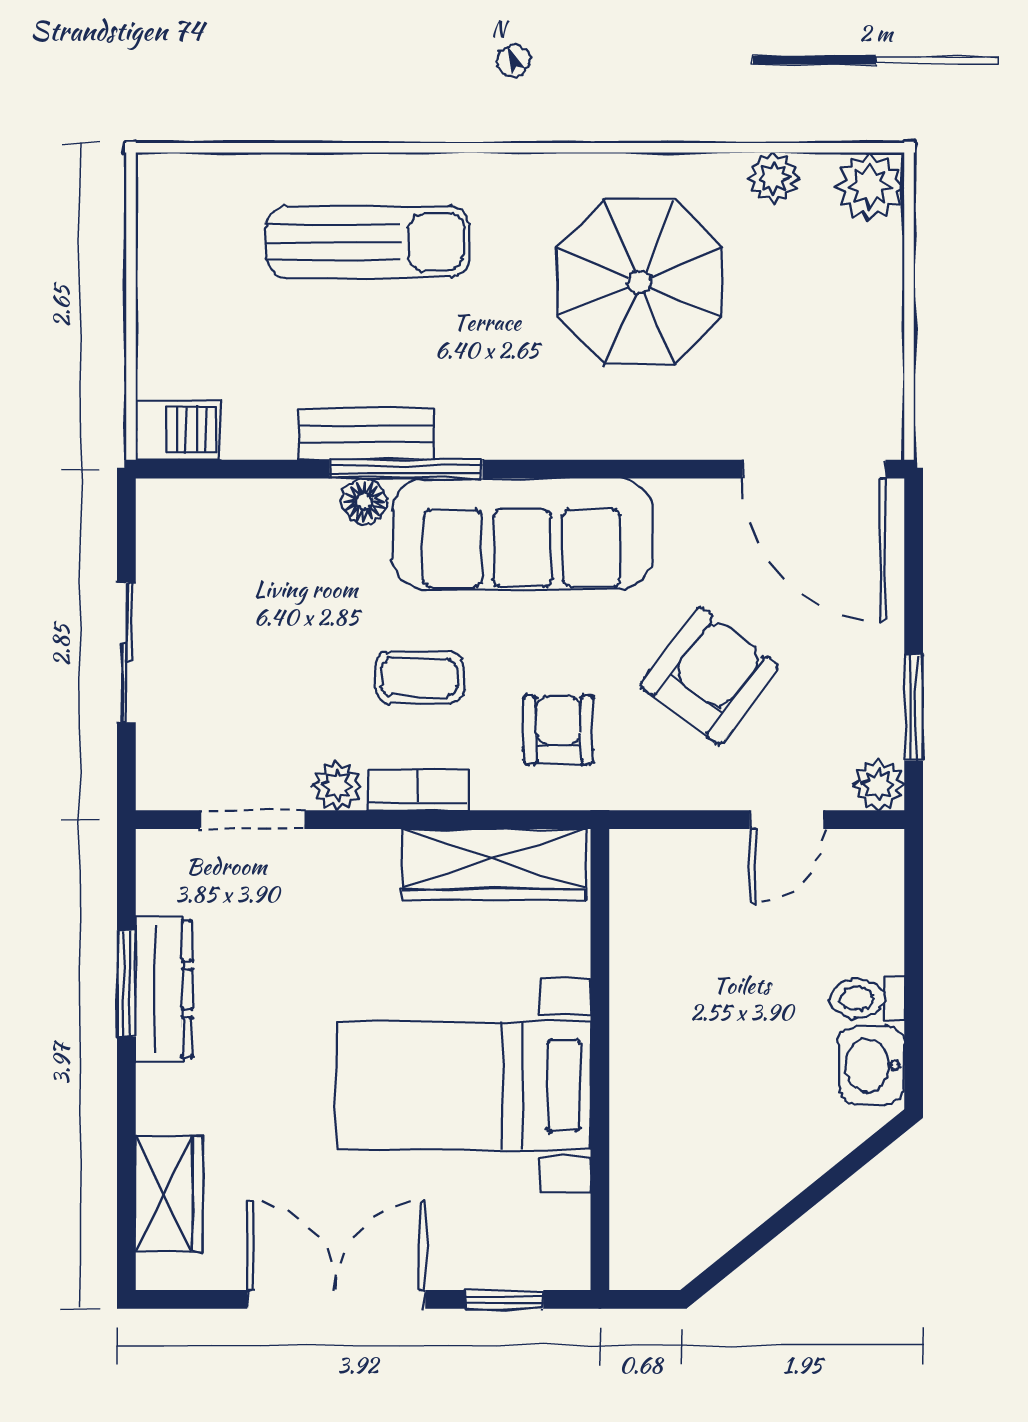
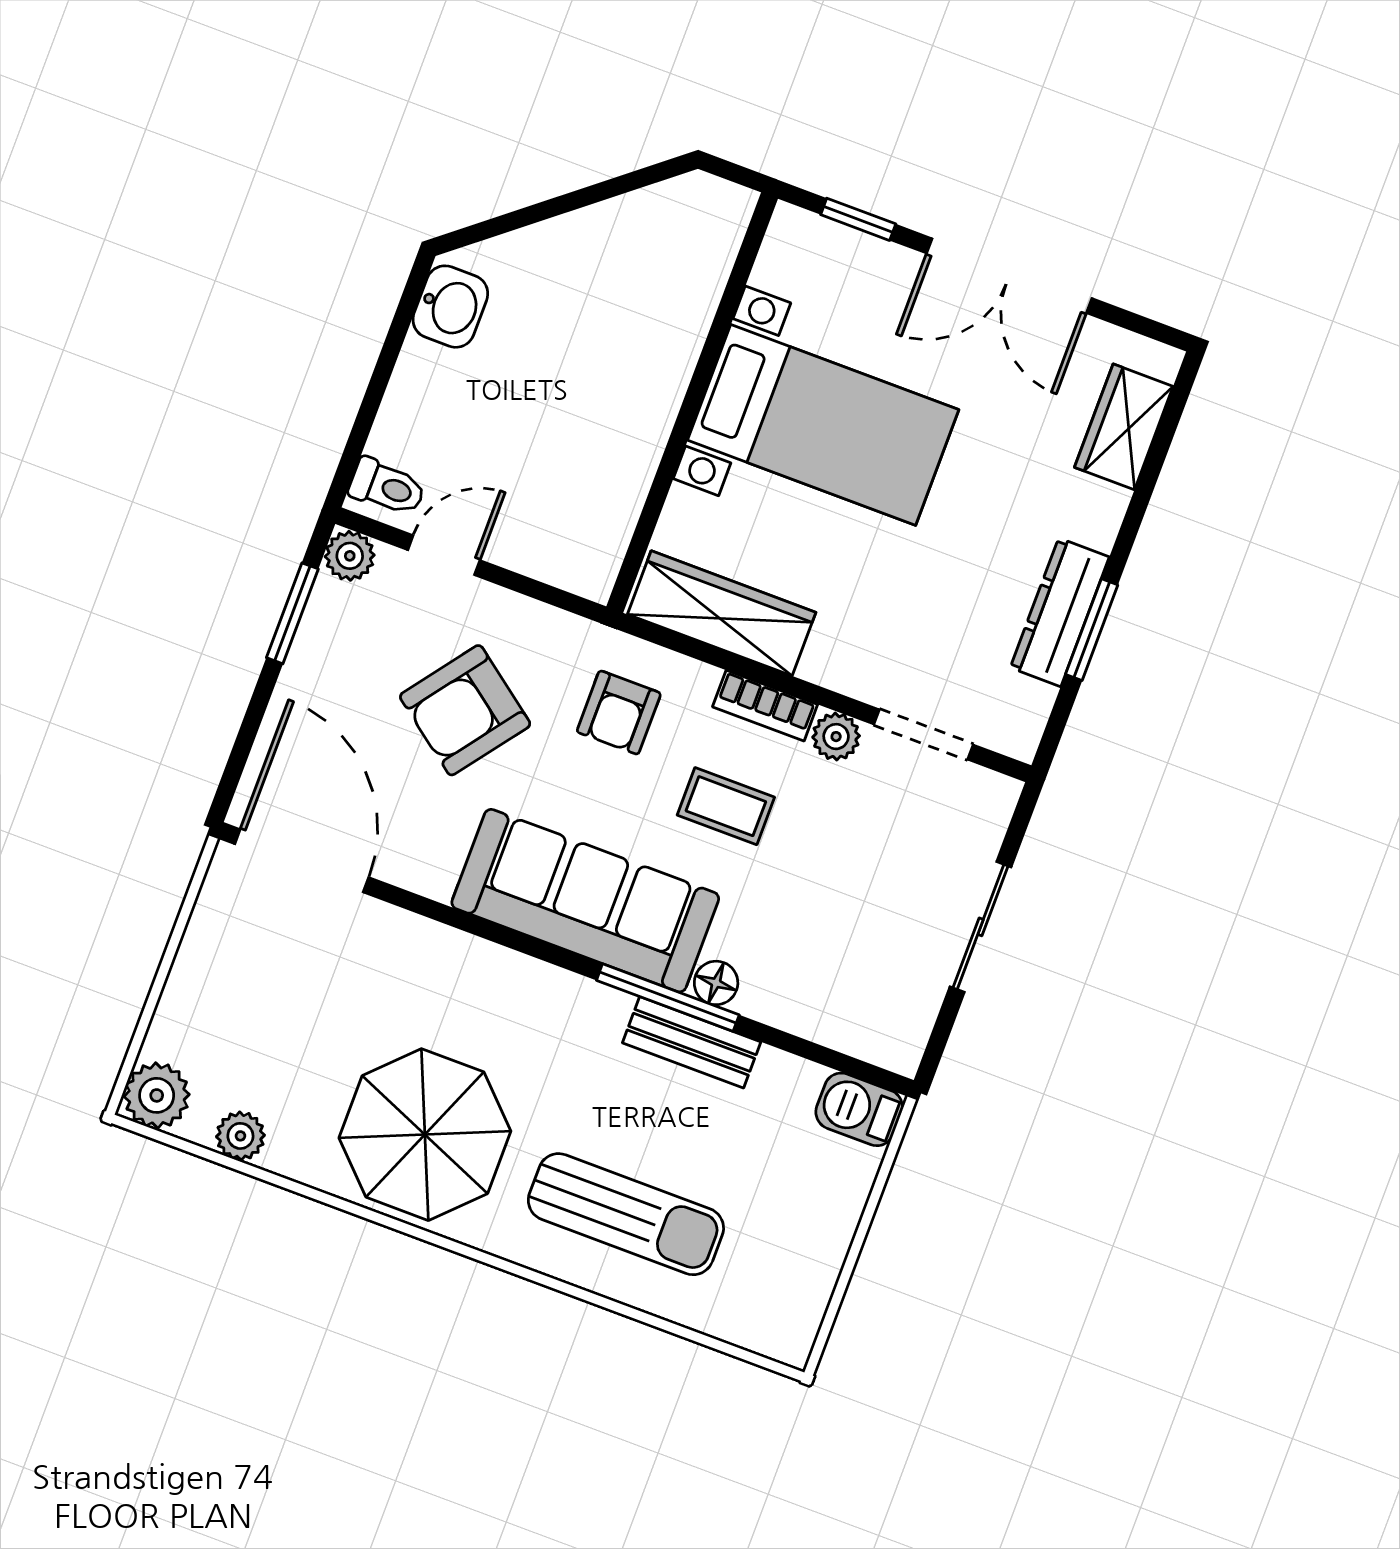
sun lounger: (368, 242) -> (626, 1214), turned 180
parasol: (639, 282) -> (425, 1135), moved
toilet: (867, 998) -> (387, 487), moved

